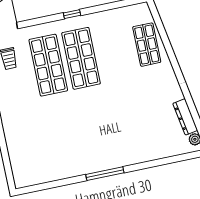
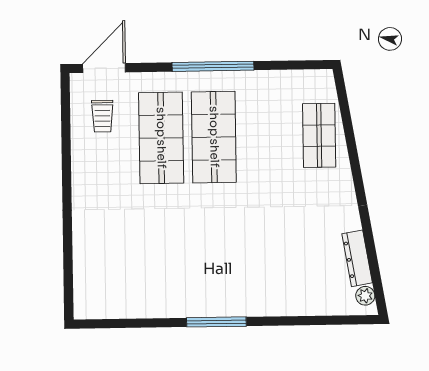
window: (72, 14) -> (213, 66), width x3.17

